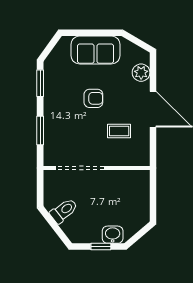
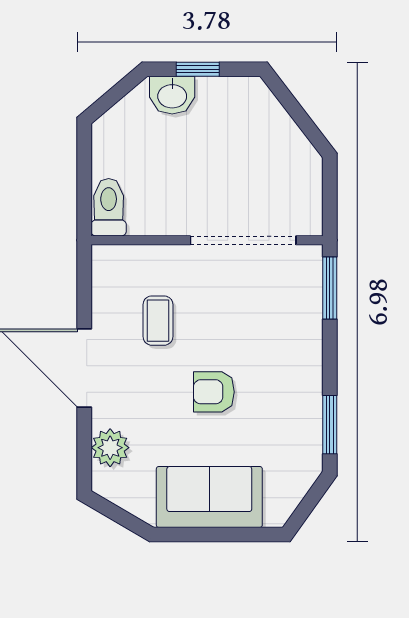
window: (40, 131) -> (330, 288), moved
coffee table: (119, 131) -> (158, 321), turned 90
toilet: (64, 211) -> (109, 207), moved, turned 127

